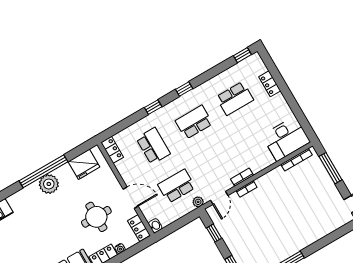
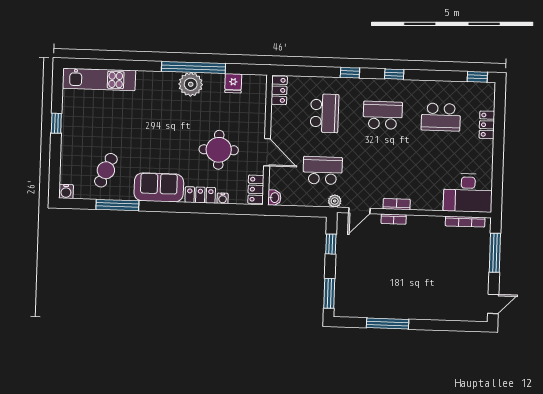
fridge: (84, 164) -> (233, 83), width x0.53, depth x0.75

